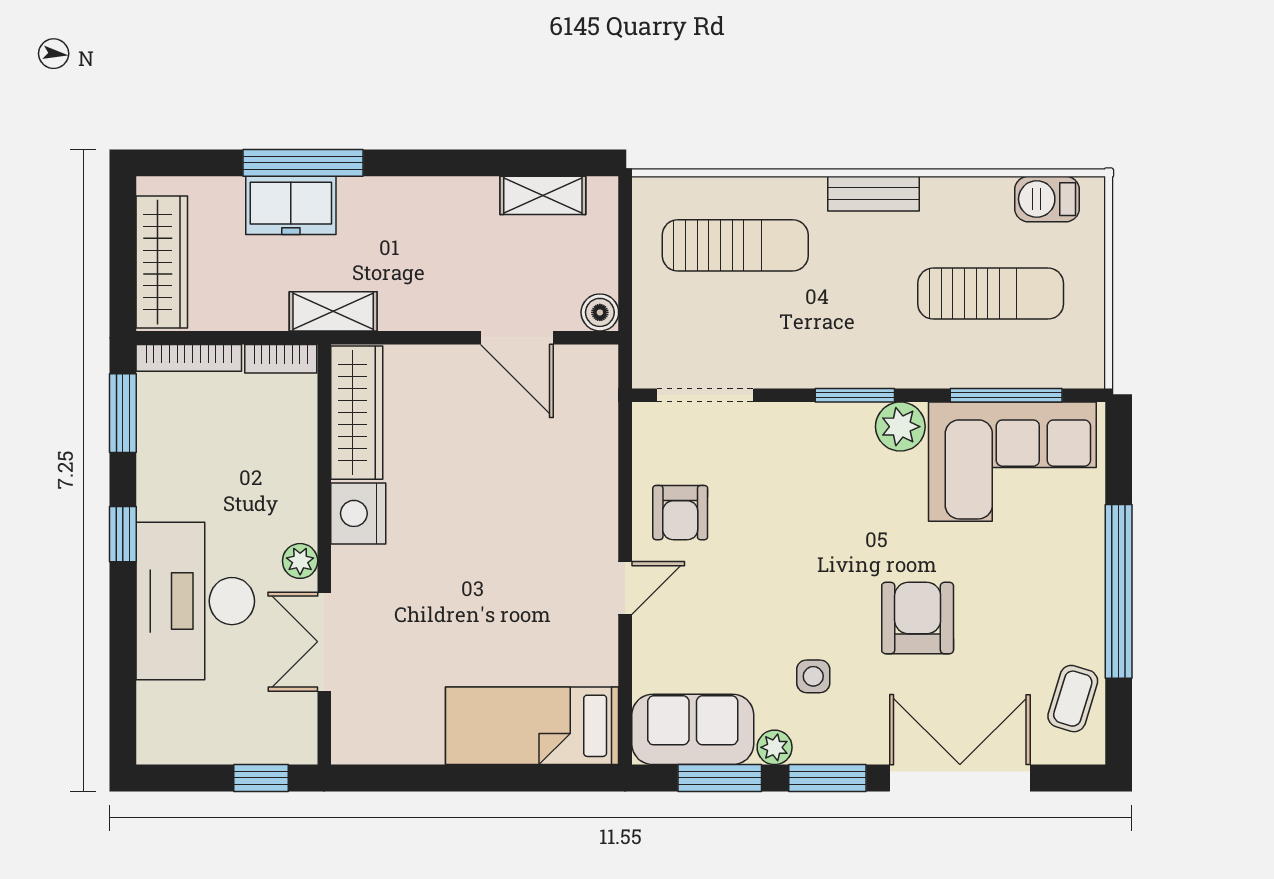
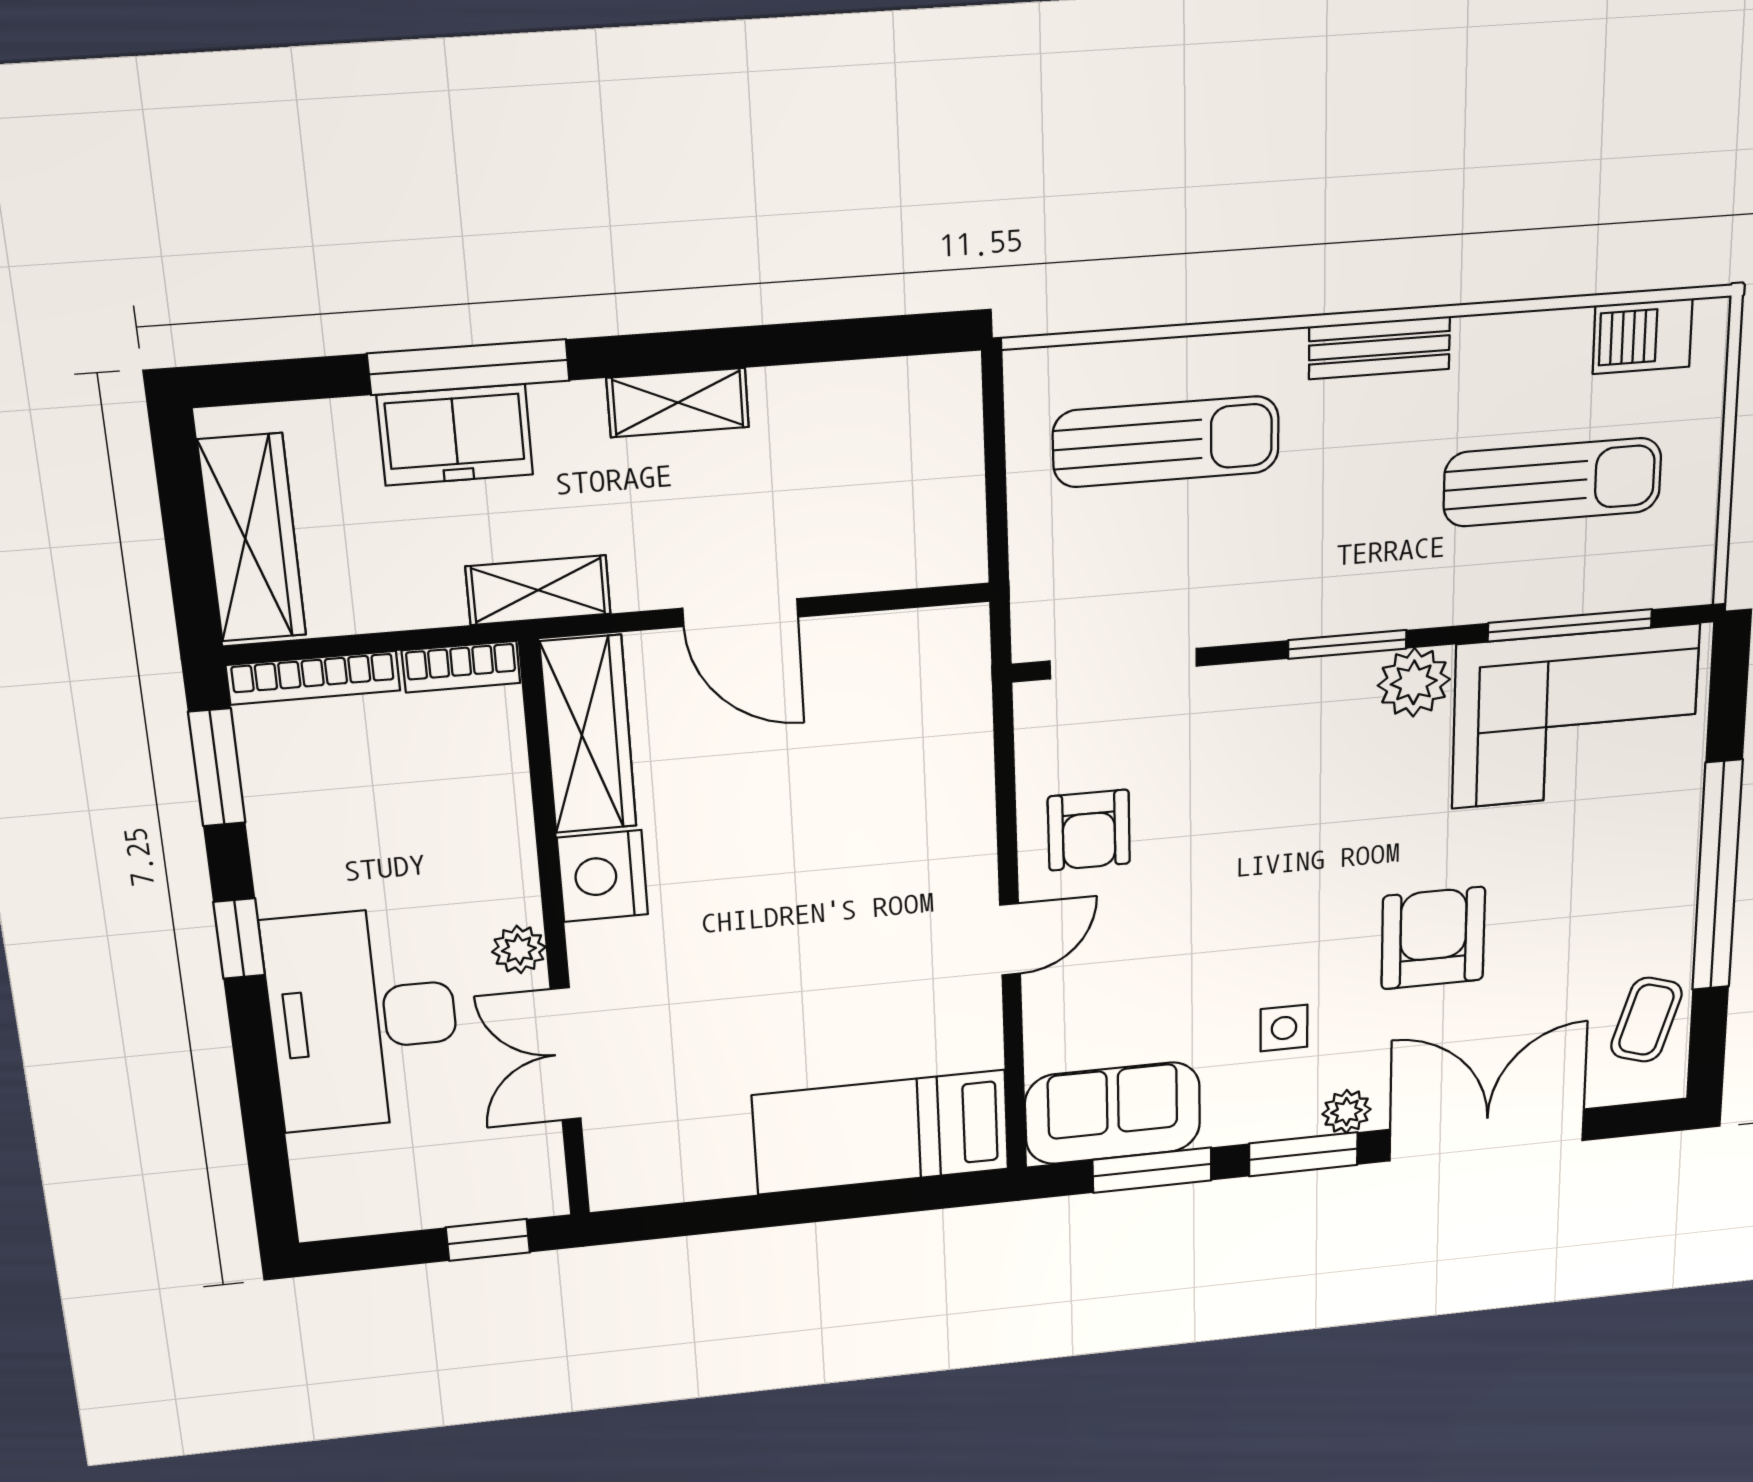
shelving: (543, 195) -> (678, 403), moved
boiler: (600, 312) -> (959, 558), removed
door: (517, 338) -> (740, 613), moved
plant: (775, 747) -> (1347, 1112), moved

